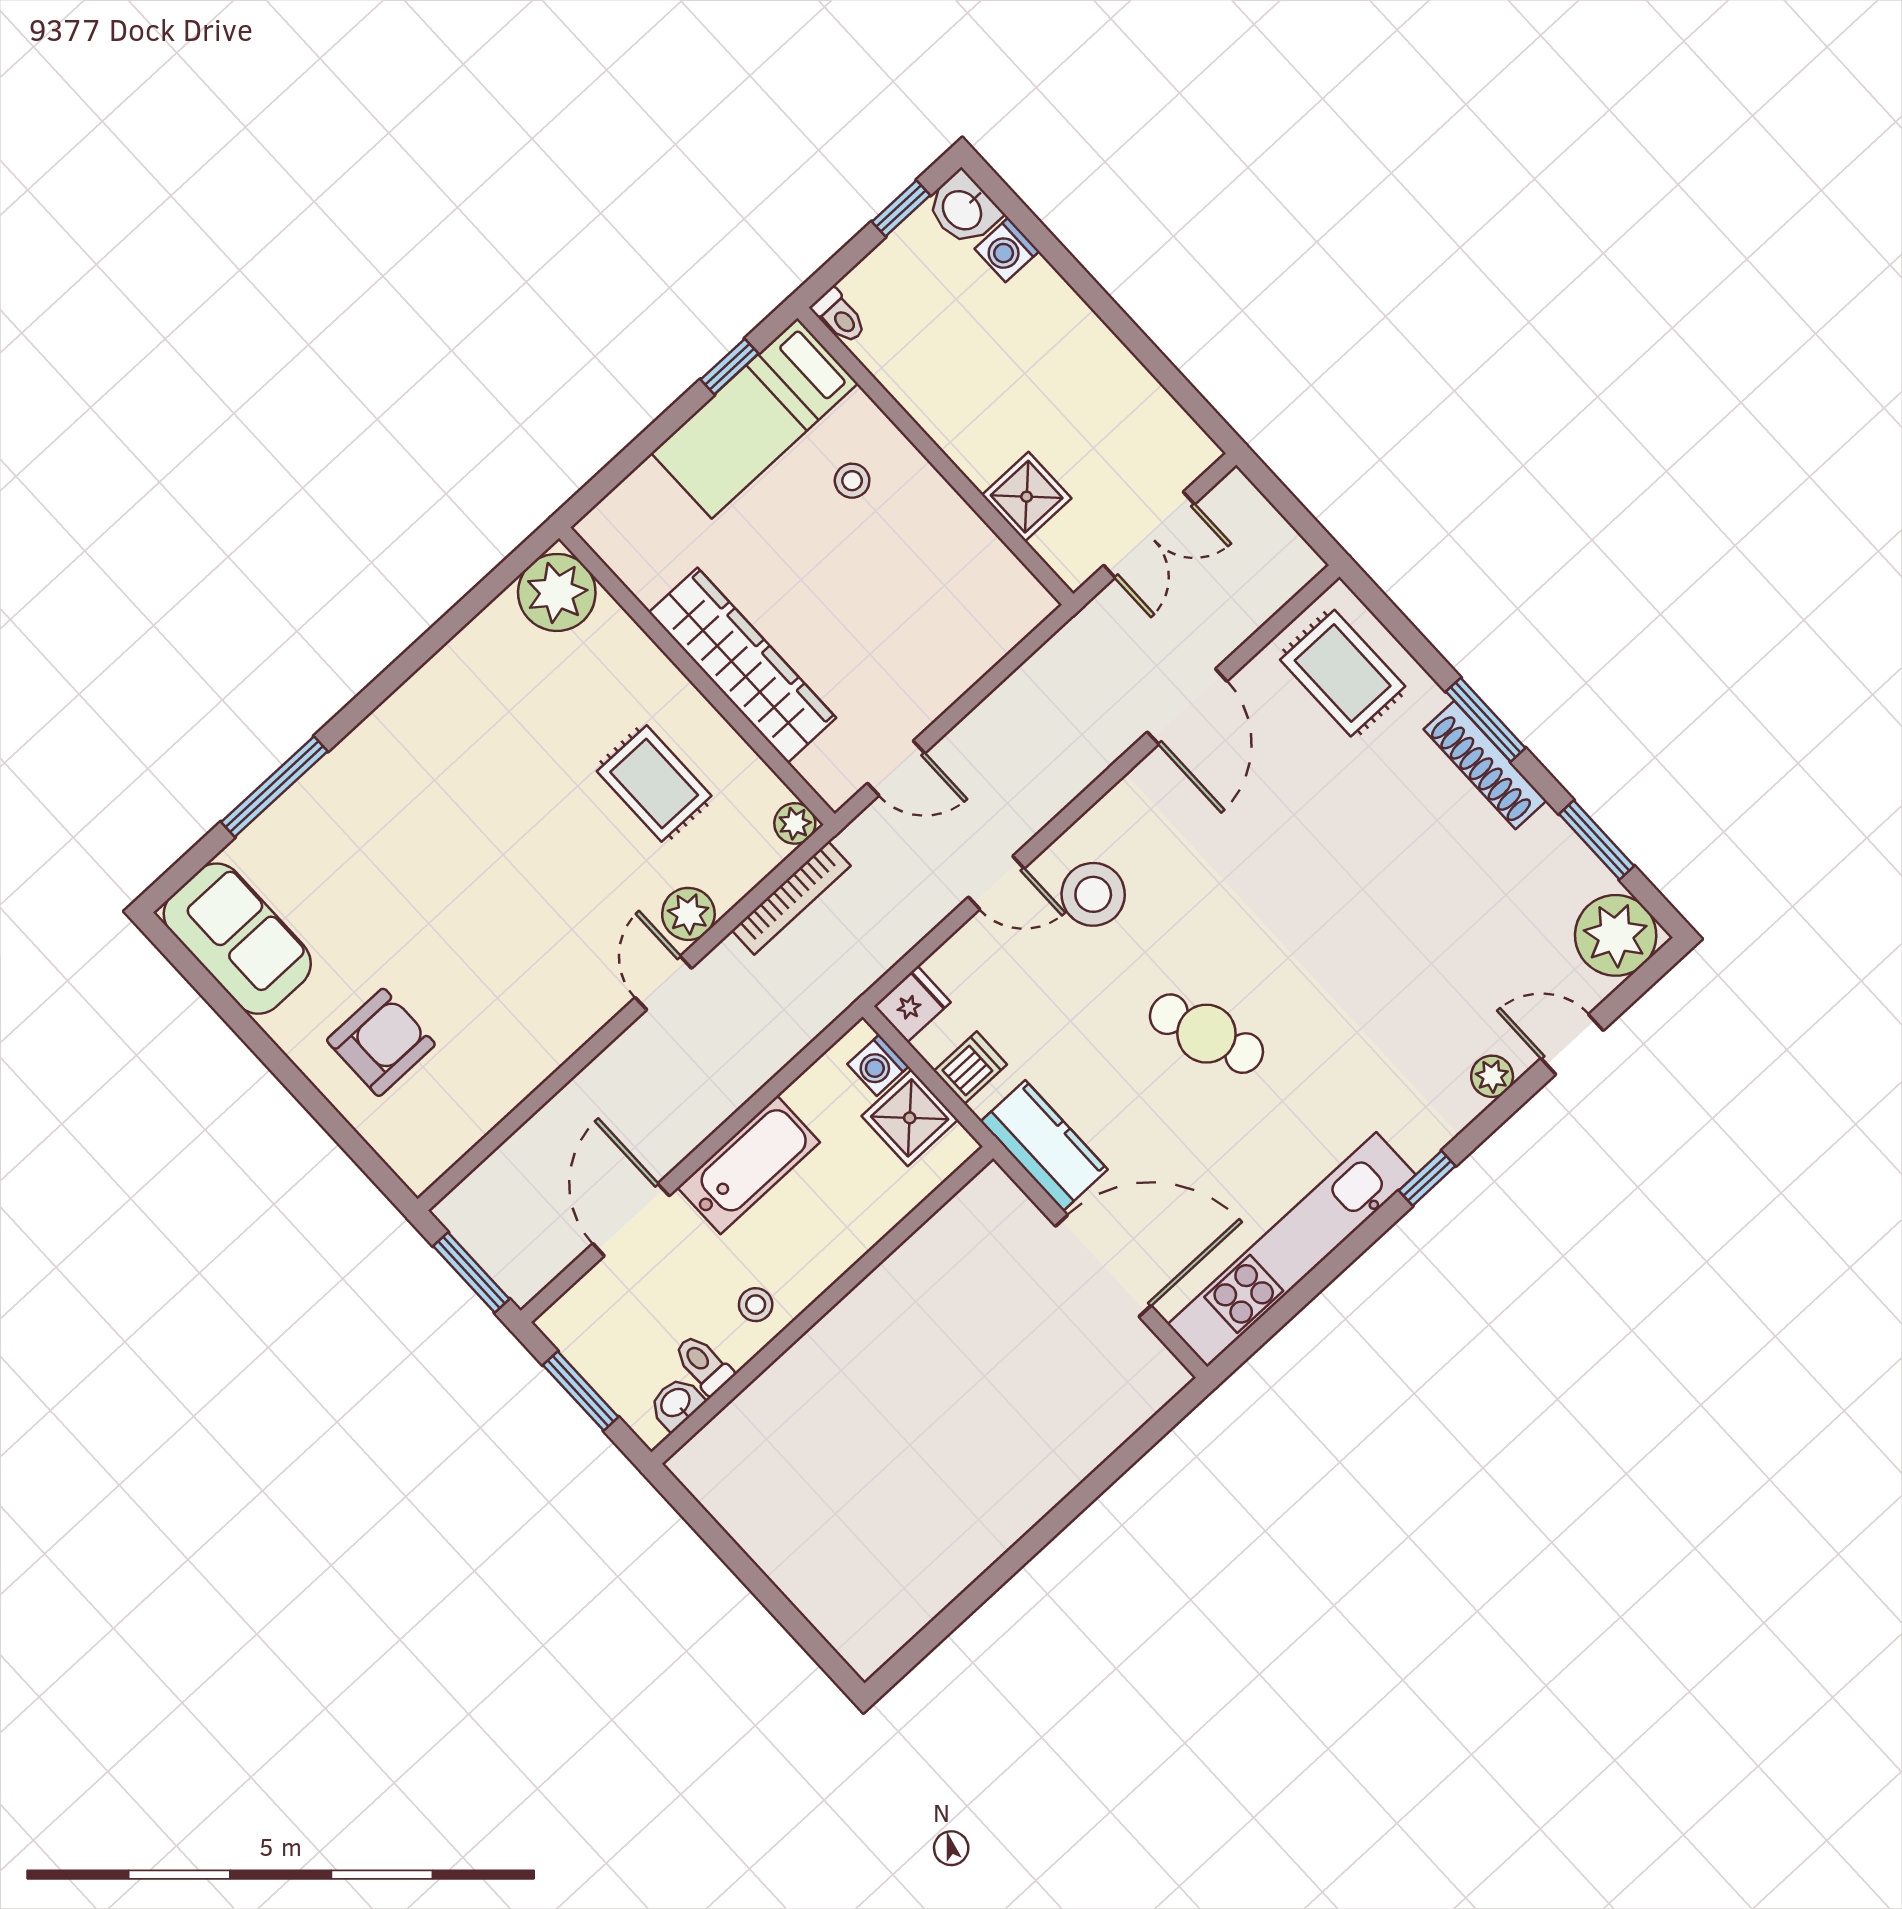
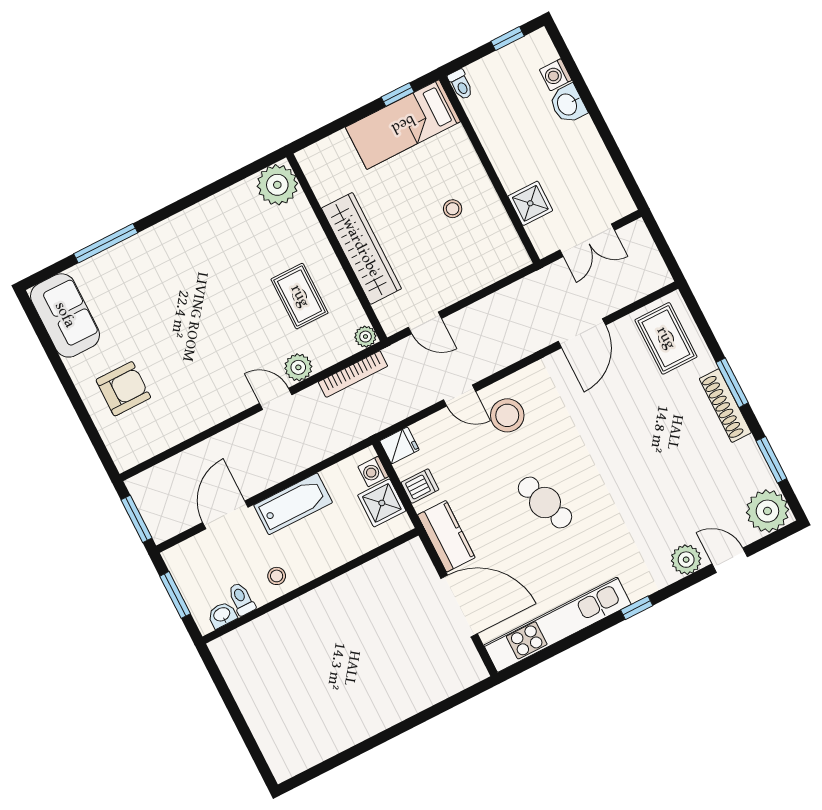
washbasin: (963, 209) -> (568, 104), moved
stool: (852, 481) -> (453, 209), moved
door: (663, 983) -> (276, 399), hinge flipped
plant: (1492, 1076) -> (686, 560), width x1.38, depth x1.38

